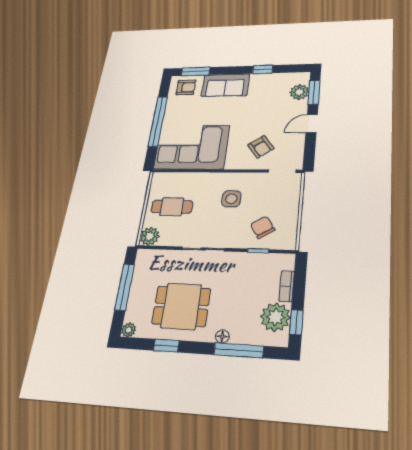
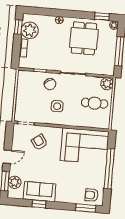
sofa: (225, 85) -> (40, 192), moved
chair: (263, 227) -> (50, 84), moved
dining table: (181, 306) -> (84, 38), turned 90
window: (166, 346) -> (102, 17), moved
window: (239, 350) -> (50, 12), removed

